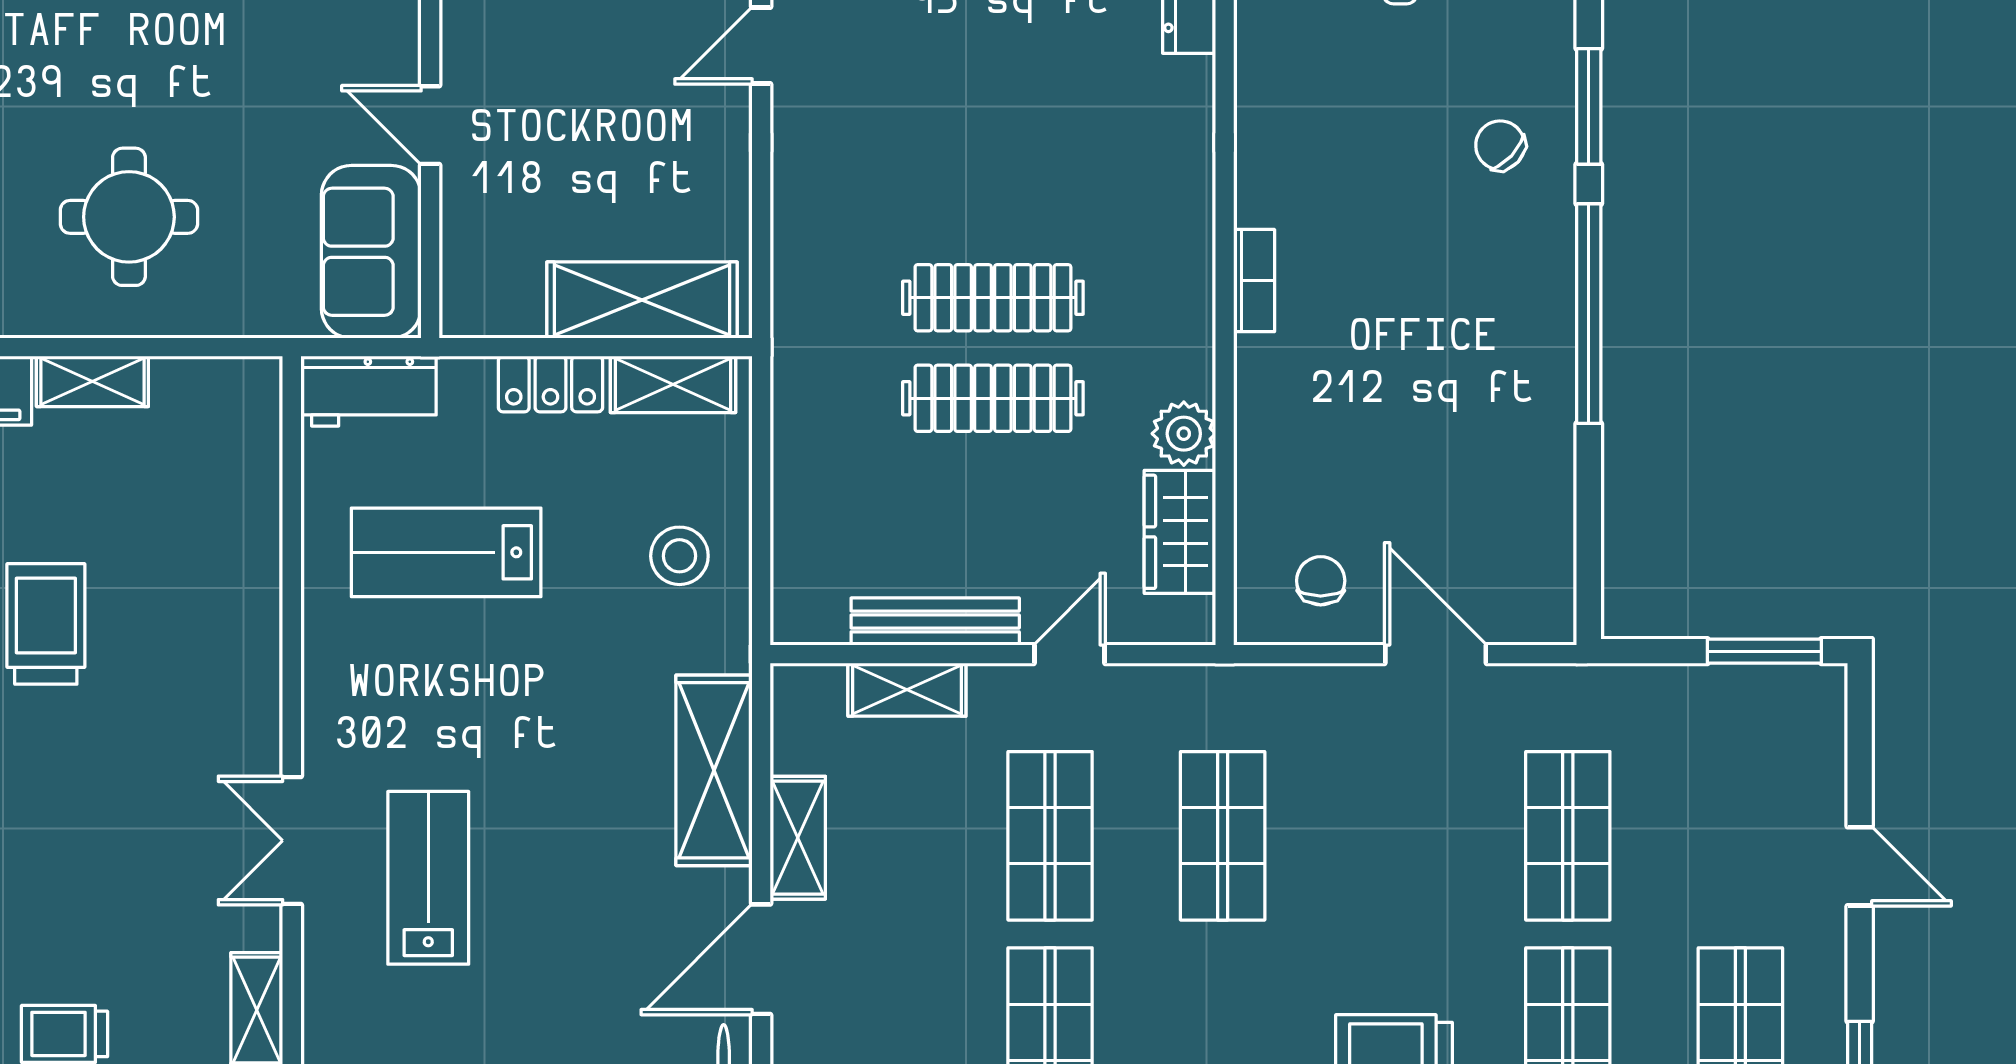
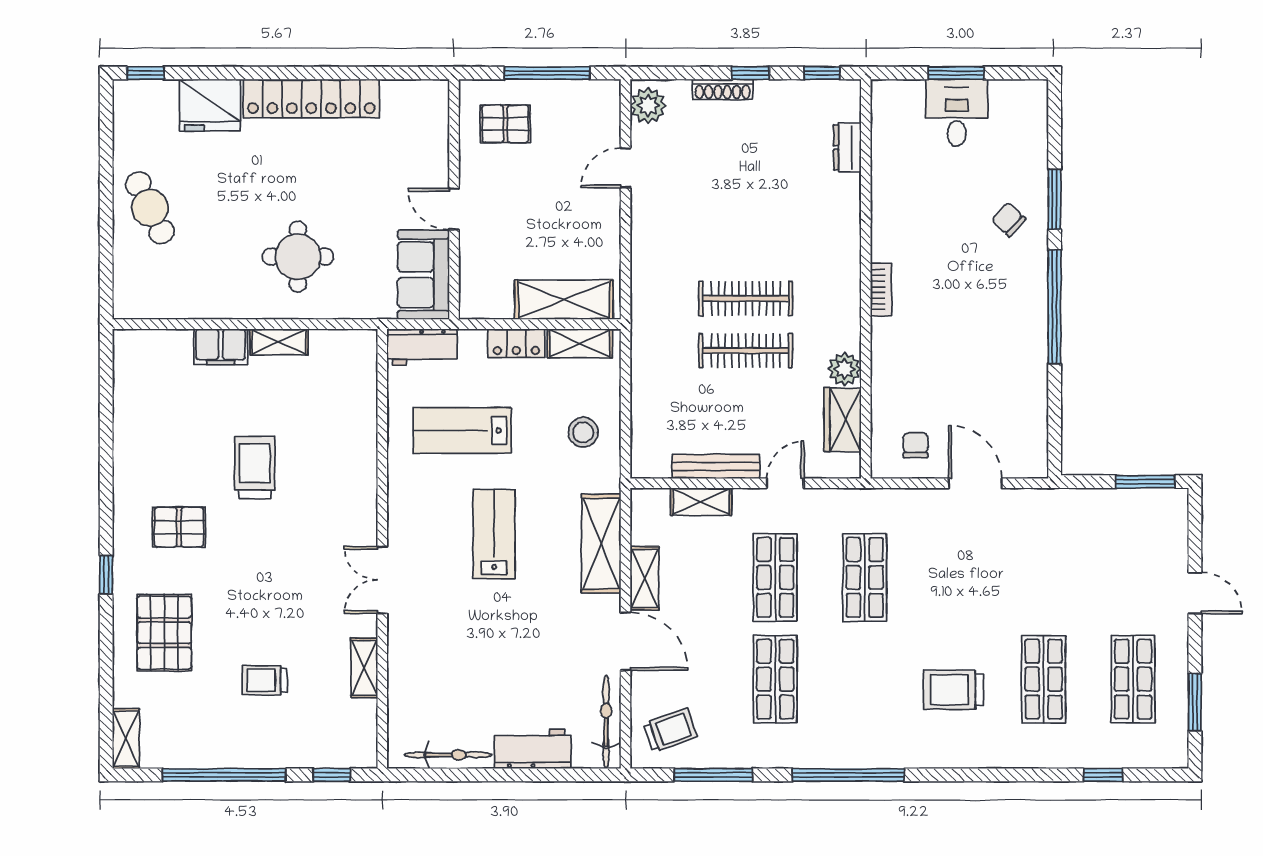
shop shelf: (1568, 836) -> (1044, 577), removed
lab bench: (428, 878) -> (494, 534), moved
door: (761, 959) -> (626, 641), swing flipped

